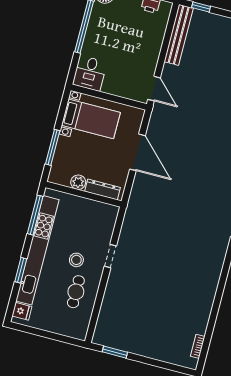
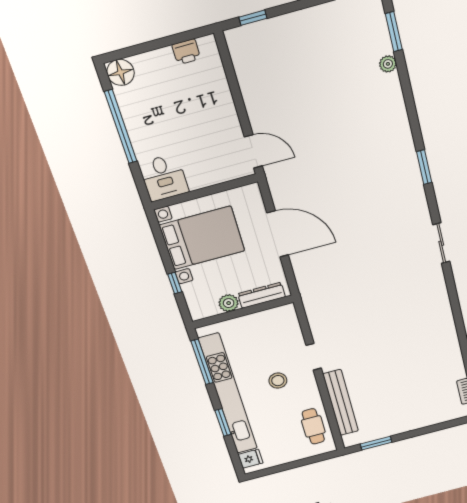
bench: (179, 35) -> (341, 403), moved
bed with nightstands: (91, 119) -> (202, 238), width x1.36
window: (53, 147) -> (175, 283), width x0.46
cafe table: (76, 292) -> (313, 426), moved

